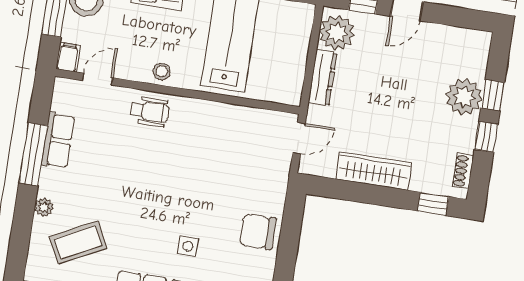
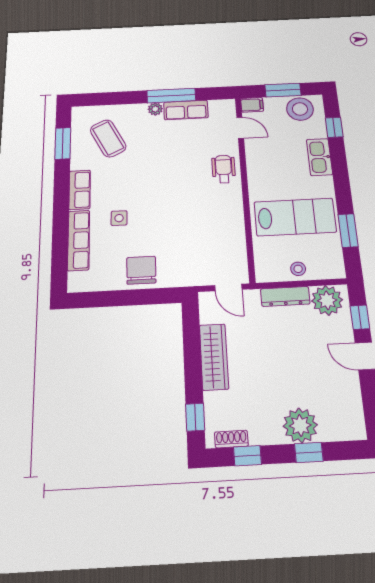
stool: (162, 71) -> (298, 269), moved
wheelchair: (150, 112) -> (224, 169), turned 180
window: (486, 137) -> (247, 456), moved
plant: (44, 207) -> (155, 109), moved

